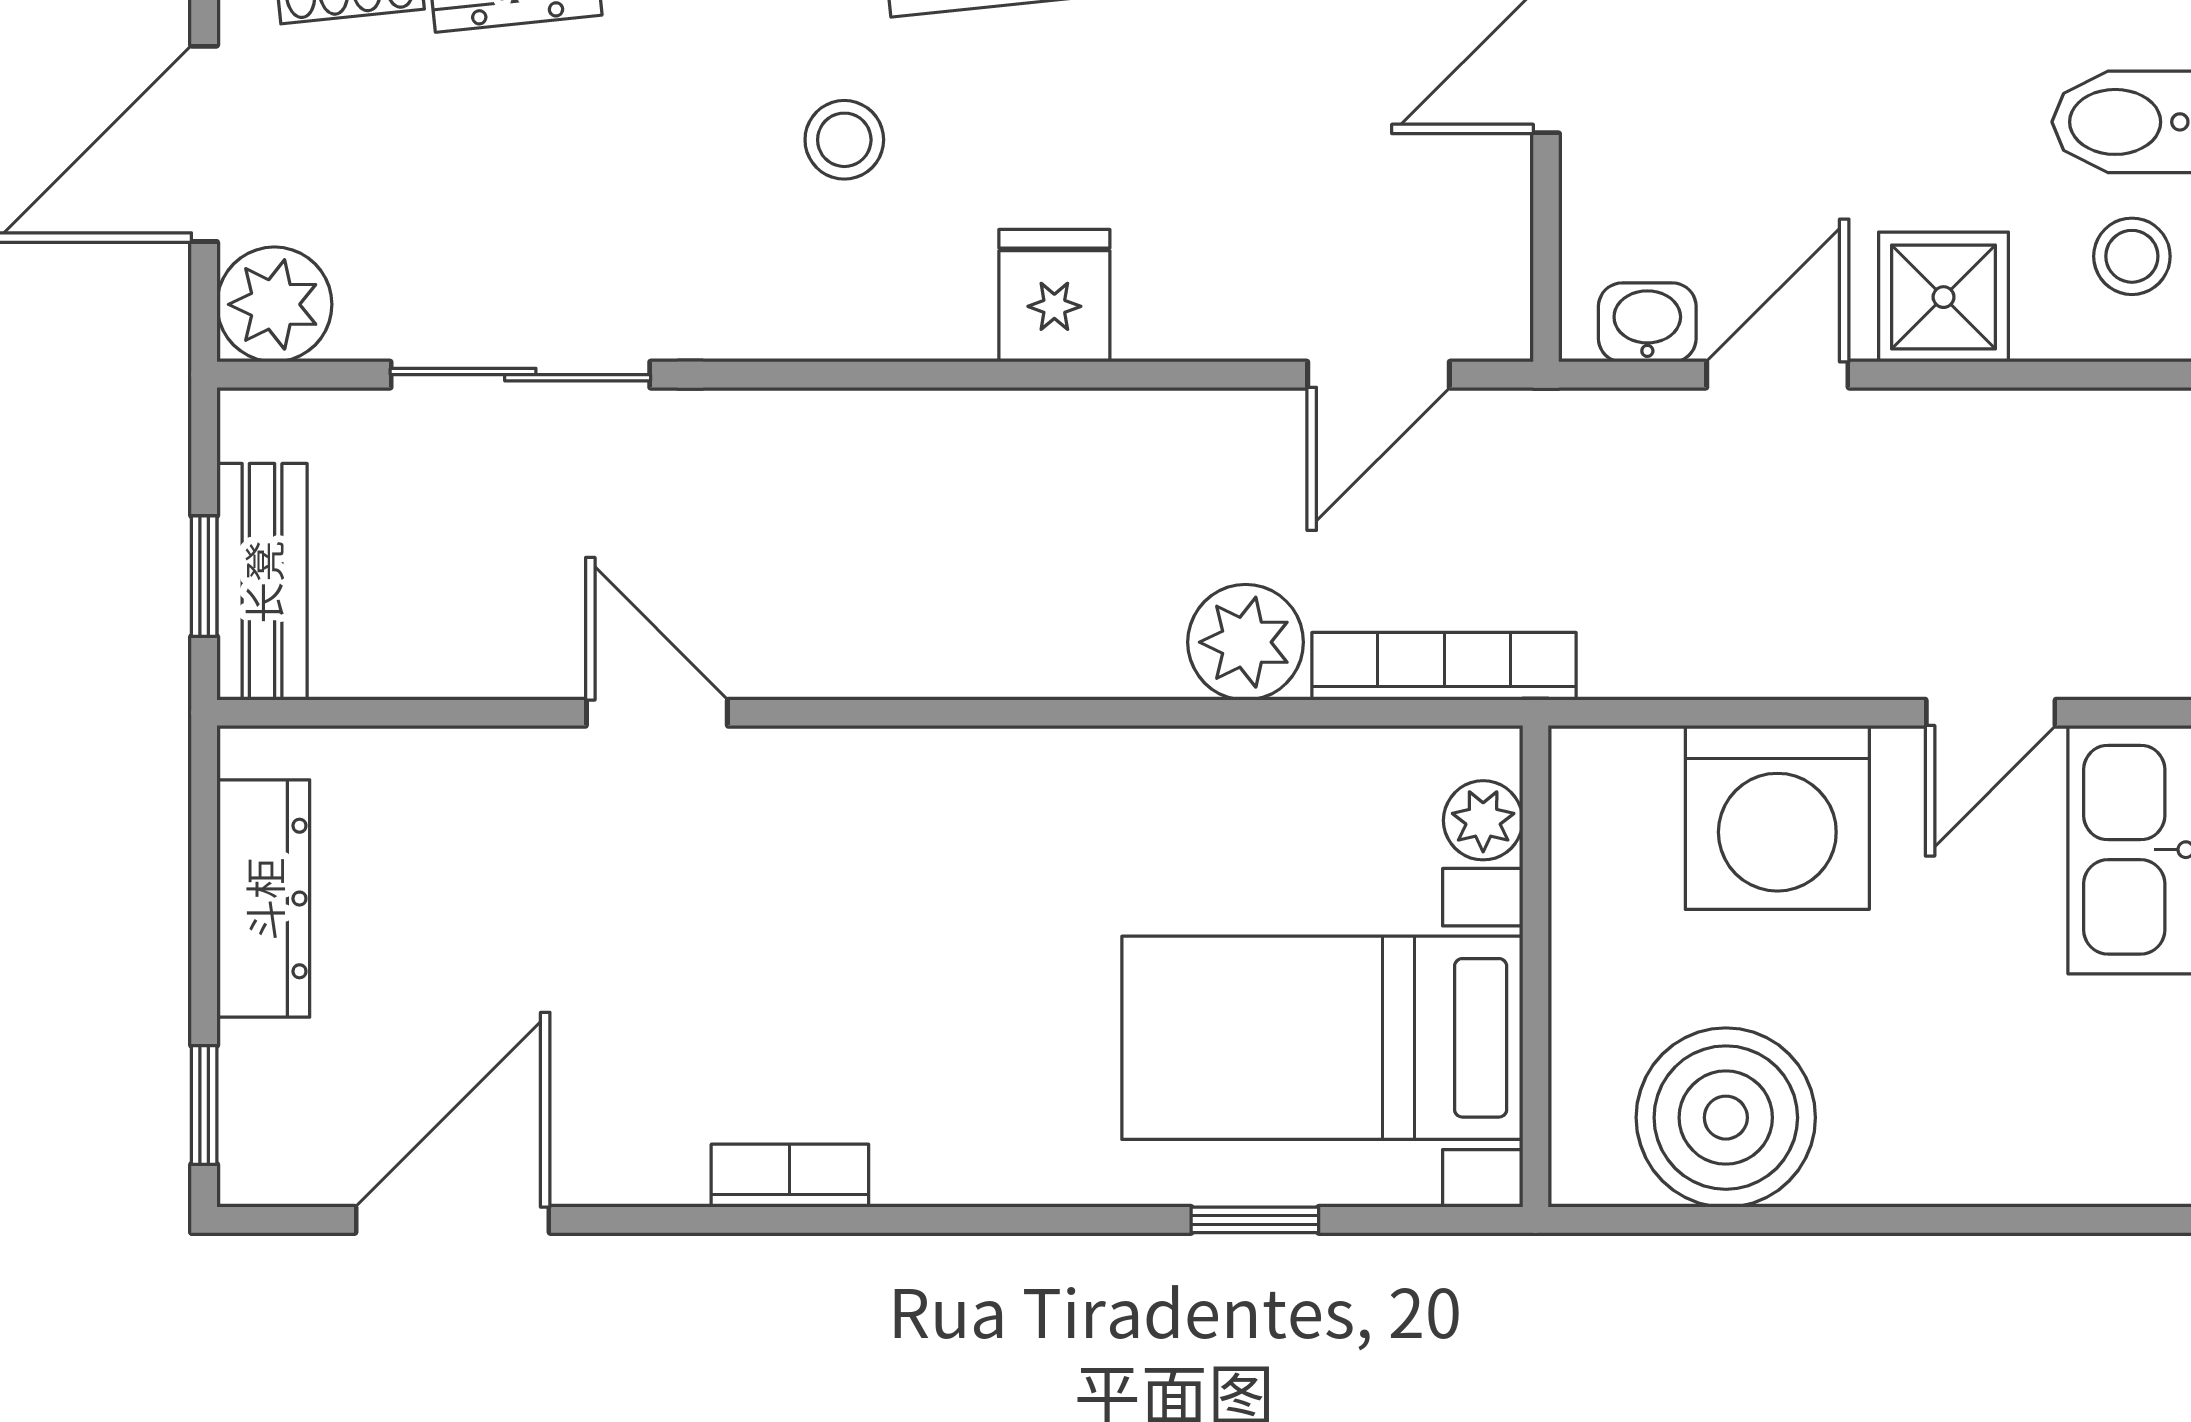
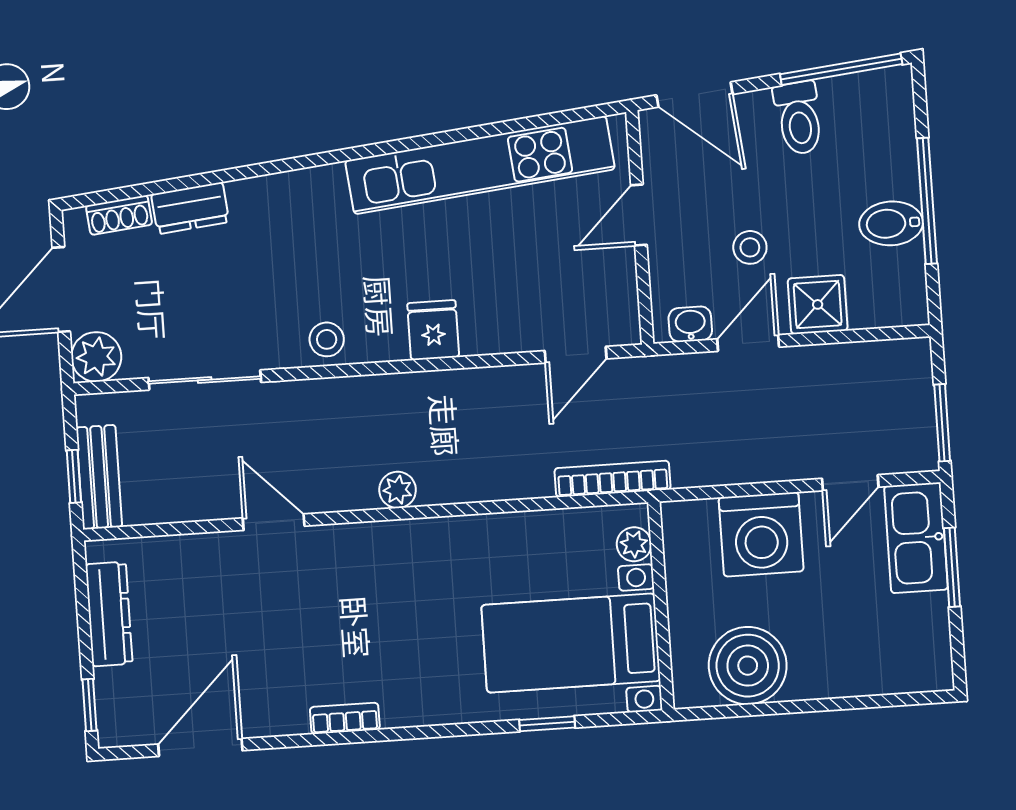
stool: (844, 140) -> (327, 339), moved
stool: (2132, 256) -> (750, 247), moved
plant: (1246, 642) -> (398, 490), moved, width x0.73, depth x0.73

